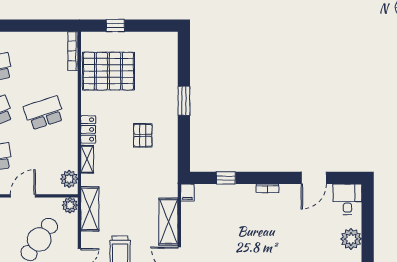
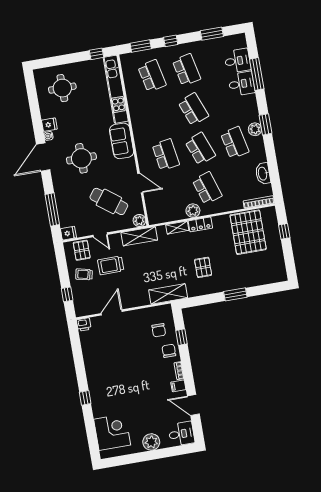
washbasin: (38, 40) -> (263, 174), added
pallet: (143, 135) -> (203, 267), turned 90
plant: (69, 179) -> (193, 211), moved
filing cabinet: (187, 193) -> (178, 386), moved
chair: (240, 197) -> (169, 351), added
chair: (212, 205) -> (159, 330), added
shelving: (168, 222) -> (168, 294), moved

